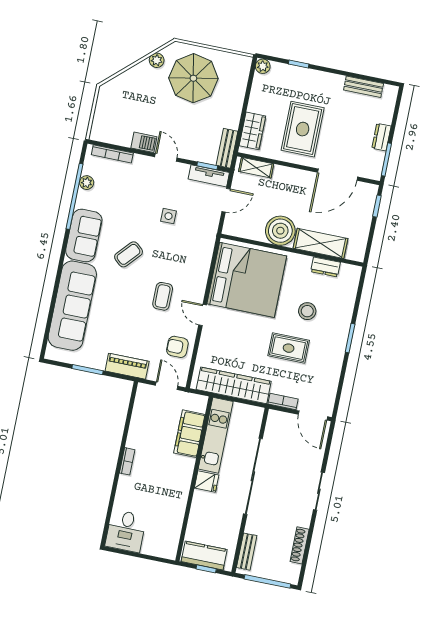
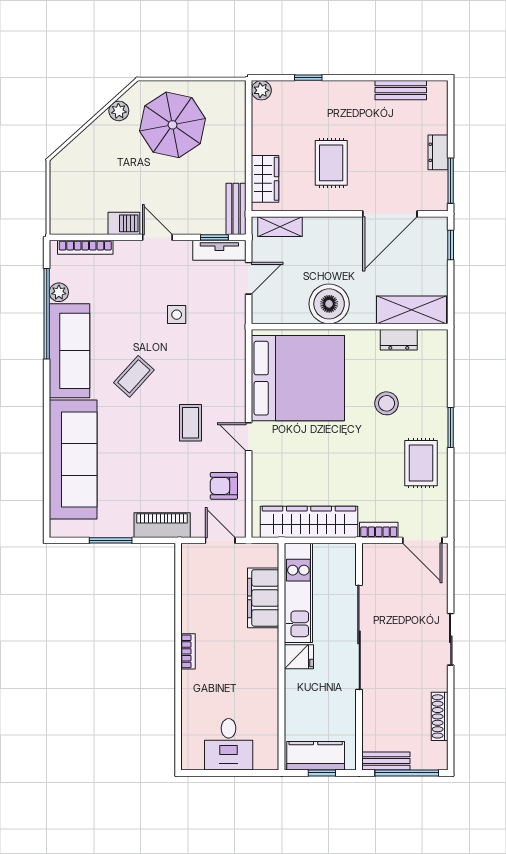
rug: (303, 129) -> (331, 163), width x0.73, depth x0.70
sofa: (84, 236) -> (69, 351), width x1.36
shelving: (320, 243) -> (411, 310), moved
rug: (289, 348) -> (421, 463), moved, turned 90
desk: (126, 531) -> (229, 744), moved
bench: (247, 552) -> (386, 761), moved, turned 90

